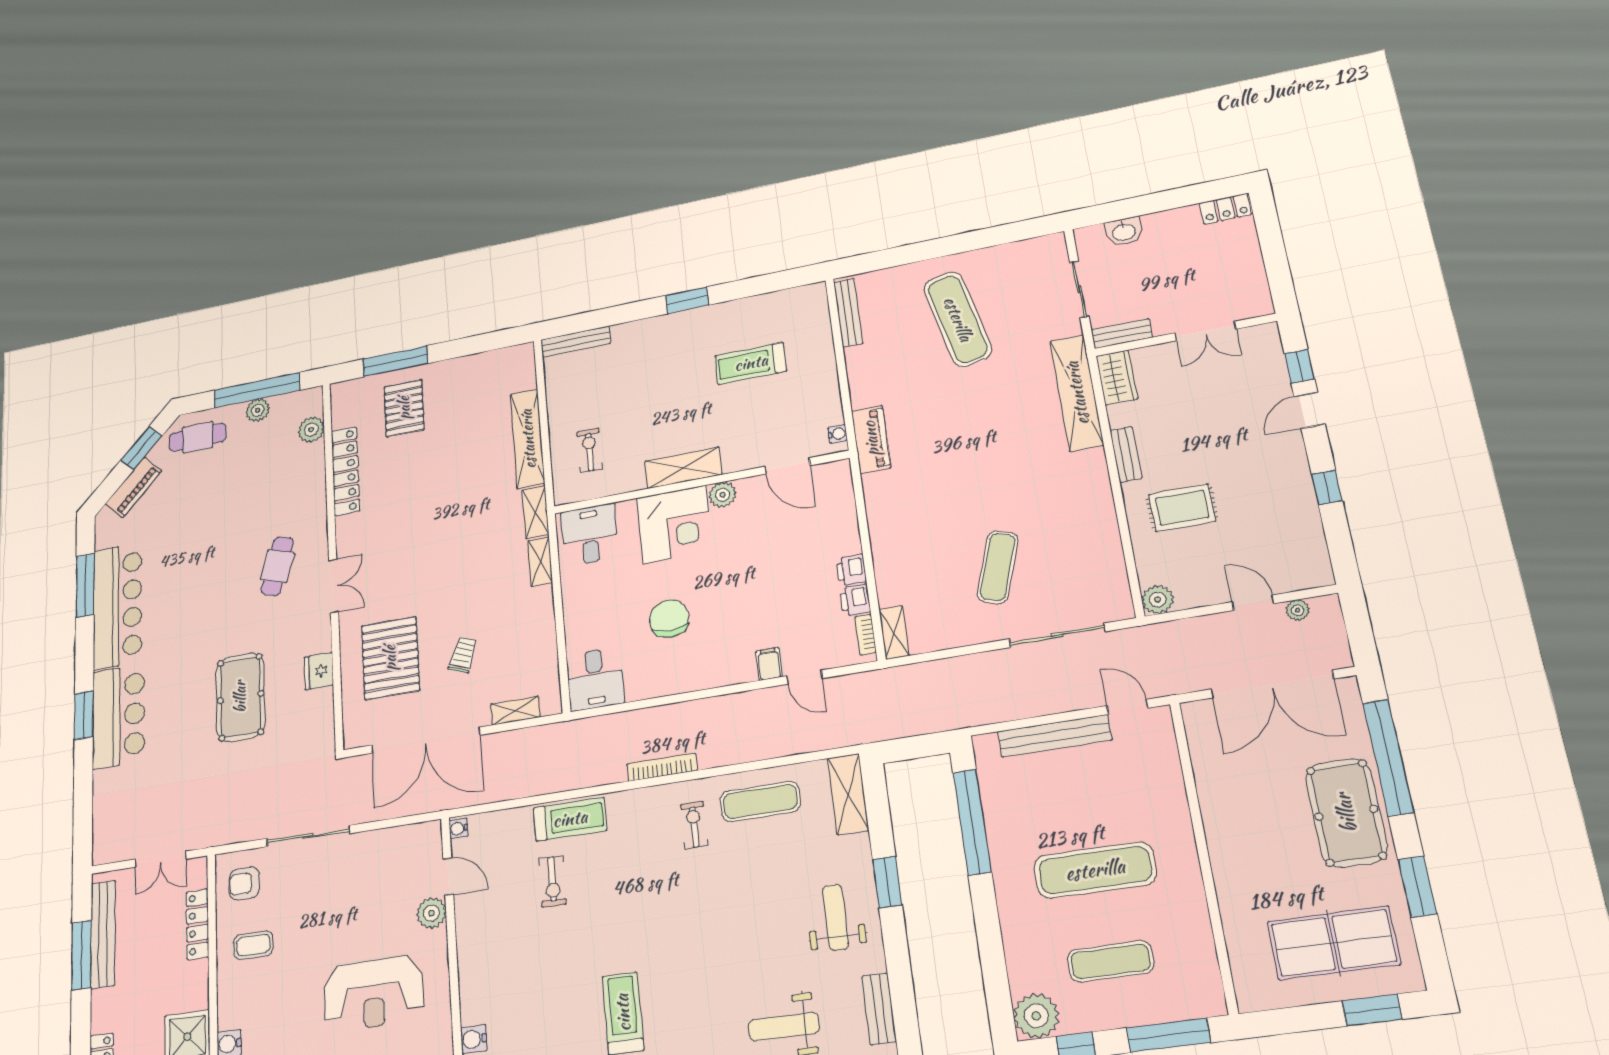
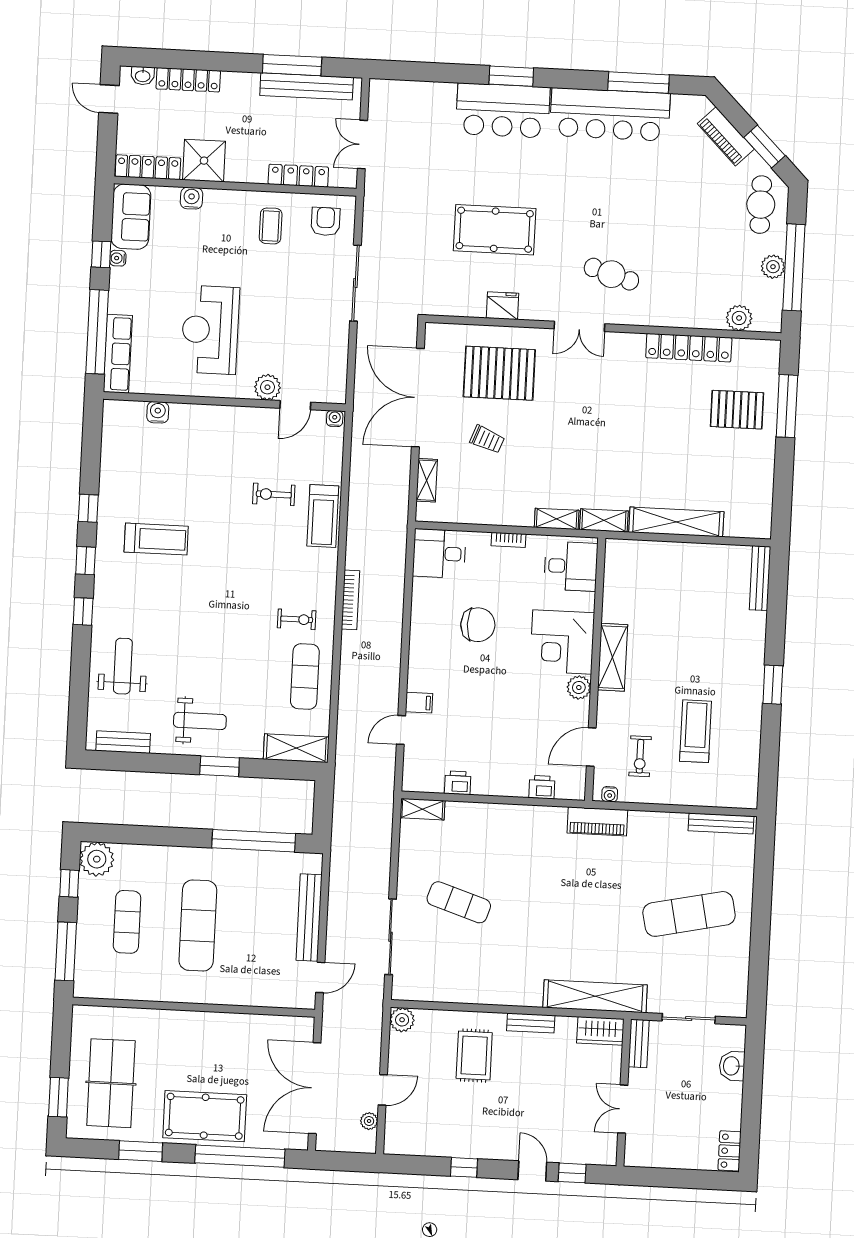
exercise bike: (590, 450) -> (640, 756), moved, turned 90
printer: (851, 570) -> (542, 787), moved
bookcase: (866, 635) -> (508, 540), moved, turned 180

